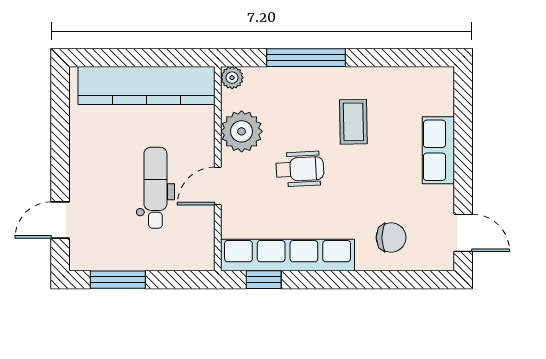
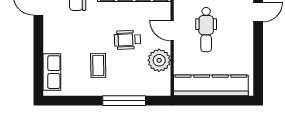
plant: (232, 78) -> (164, 90), removed
row of seats: (438, 150) -> (52, 72), moved
door: (218, 186) -> (172, 31), swing flipped

